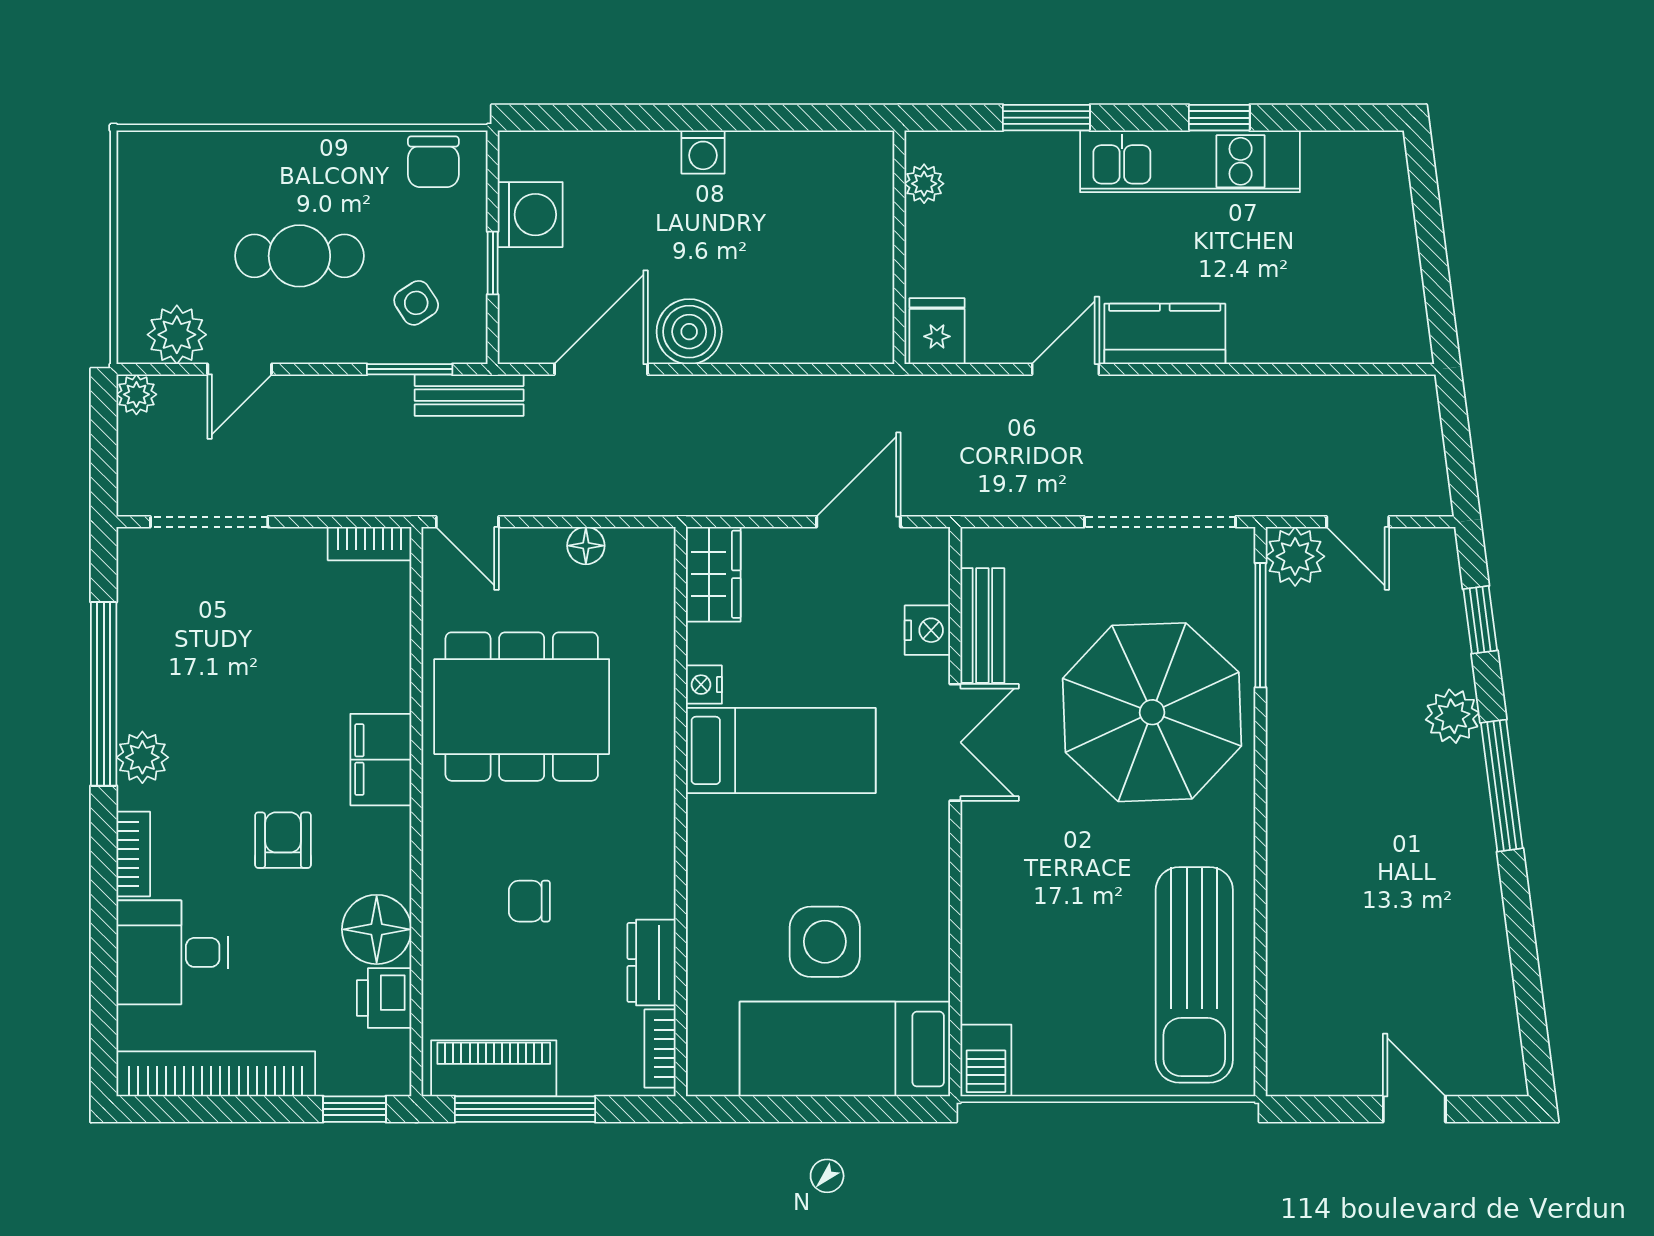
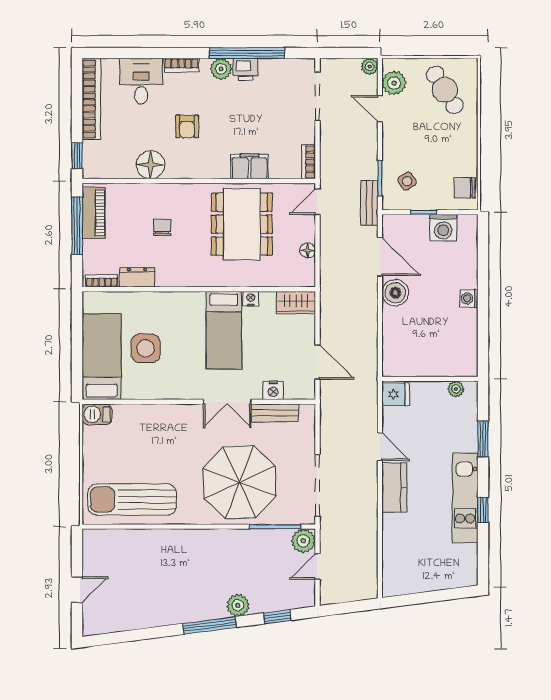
cafe table: (299, 256) -> (445, 90), moved, turned -32
filing cabinet: (381, 760) -> (249, 166), moved
armchair: (283, 840) -> (187, 126), turned 90
printer: (384, 998) -> (246, 69), moved, turned 180

